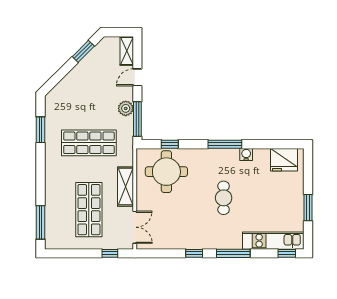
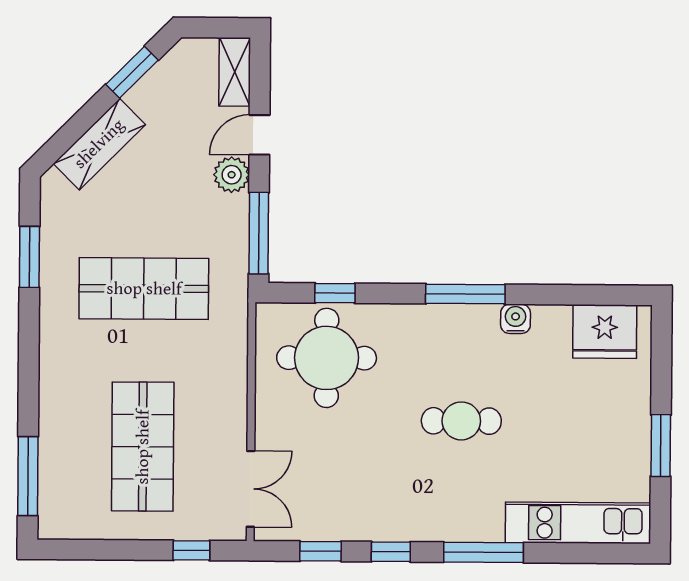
plant: (126, 108) -> (232, 175), moved
shelving: (125, 187) -> (99, 144), moved, turned 45
cafe table: (224, 198) -> (461, 421), turned 90
window: (287, 253) -> (321, 551), moved

